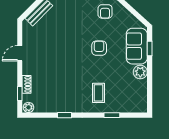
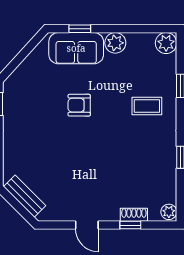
armchair: (105, 11) -> (24, 96), removed
window: (20, 93) -> (130, 225), moved
plant: (140, 106) -> (166, 43), added

